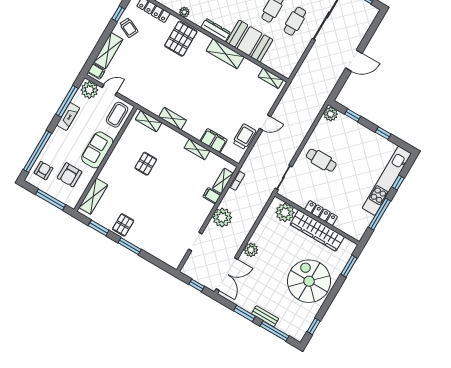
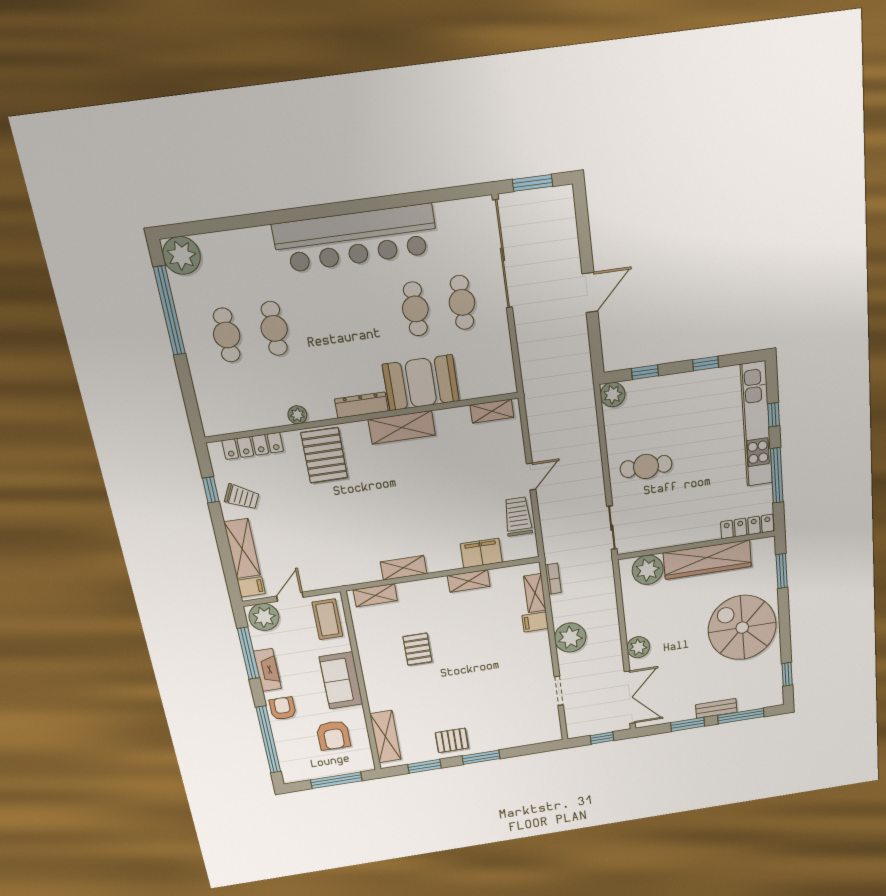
armchair: (43, 171) -> (283, 708), moved
locker: (321, 213) -> (747, 526), moved
pallet: (123, 225) -> (452, 740), turned 90

